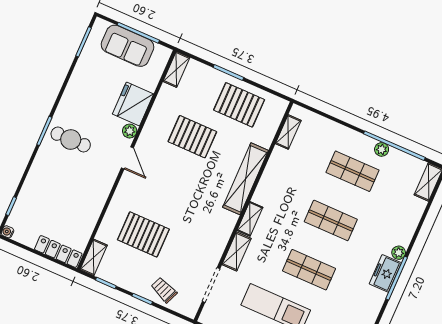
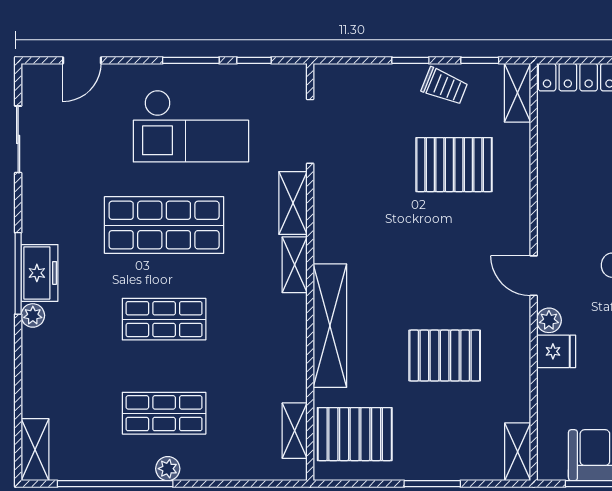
fridge: (133, 104) -> (556, 351), width x0.53, depth x0.75
pallet: (239, 105) -> (355, 434), moved
plant: (382, 149) -> (168, 469), moved
shop shelf: (309, 270) -> (164, 225), width x1.43, depth x1.36
trolley: (164, 290) -> (445, 86), moved

